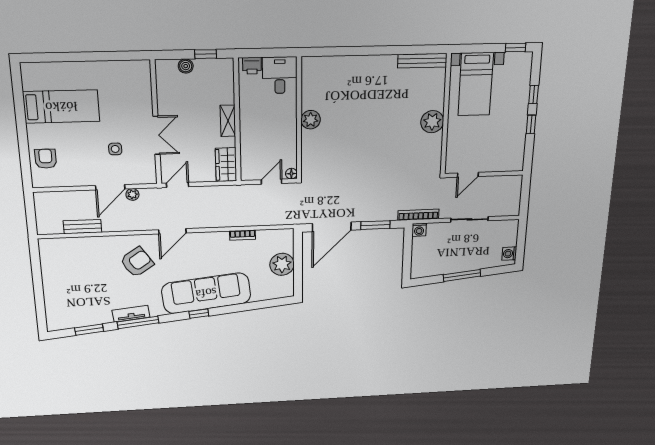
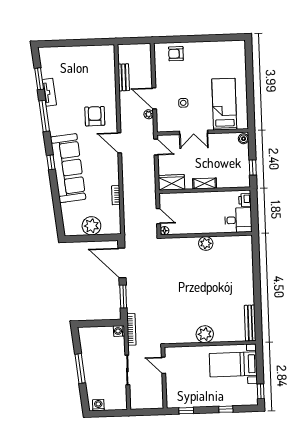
boiler: (186, 66) -> (244, 139), moved
bed: (61, 107) -> (224, 104), moved, turned 180
window: (531, 124) -> (186, 411), moved
armchair: (46, 159) -> (176, 54), turned 180
armchair: (137, 262) -> (95, 116), turned -146
tv unit: (131, 314) -> (49, 92), moved

